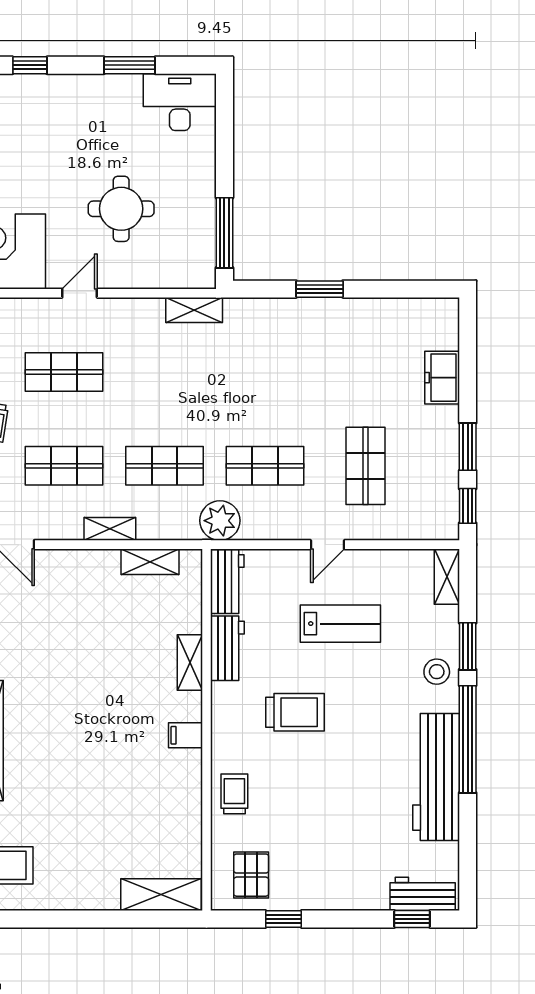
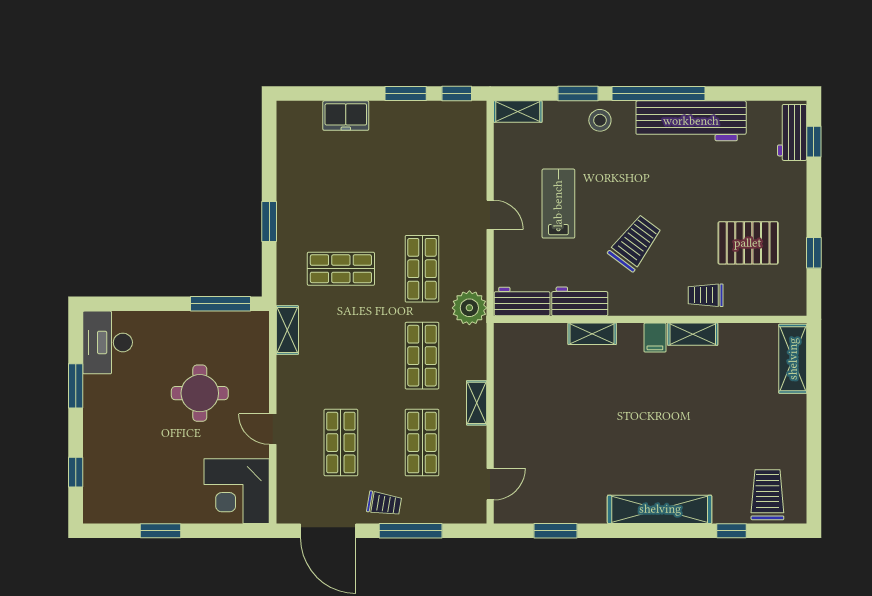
shop shelf: (366, 466) -> (341, 269), moved
shelving: (150, 562) -> (693, 334), moved, turned 90
trolley: (295, 712) -> (635, 243), turned 37
pallet: (251, 875) -> (748, 243), moved, width x1.50, depth x1.42

